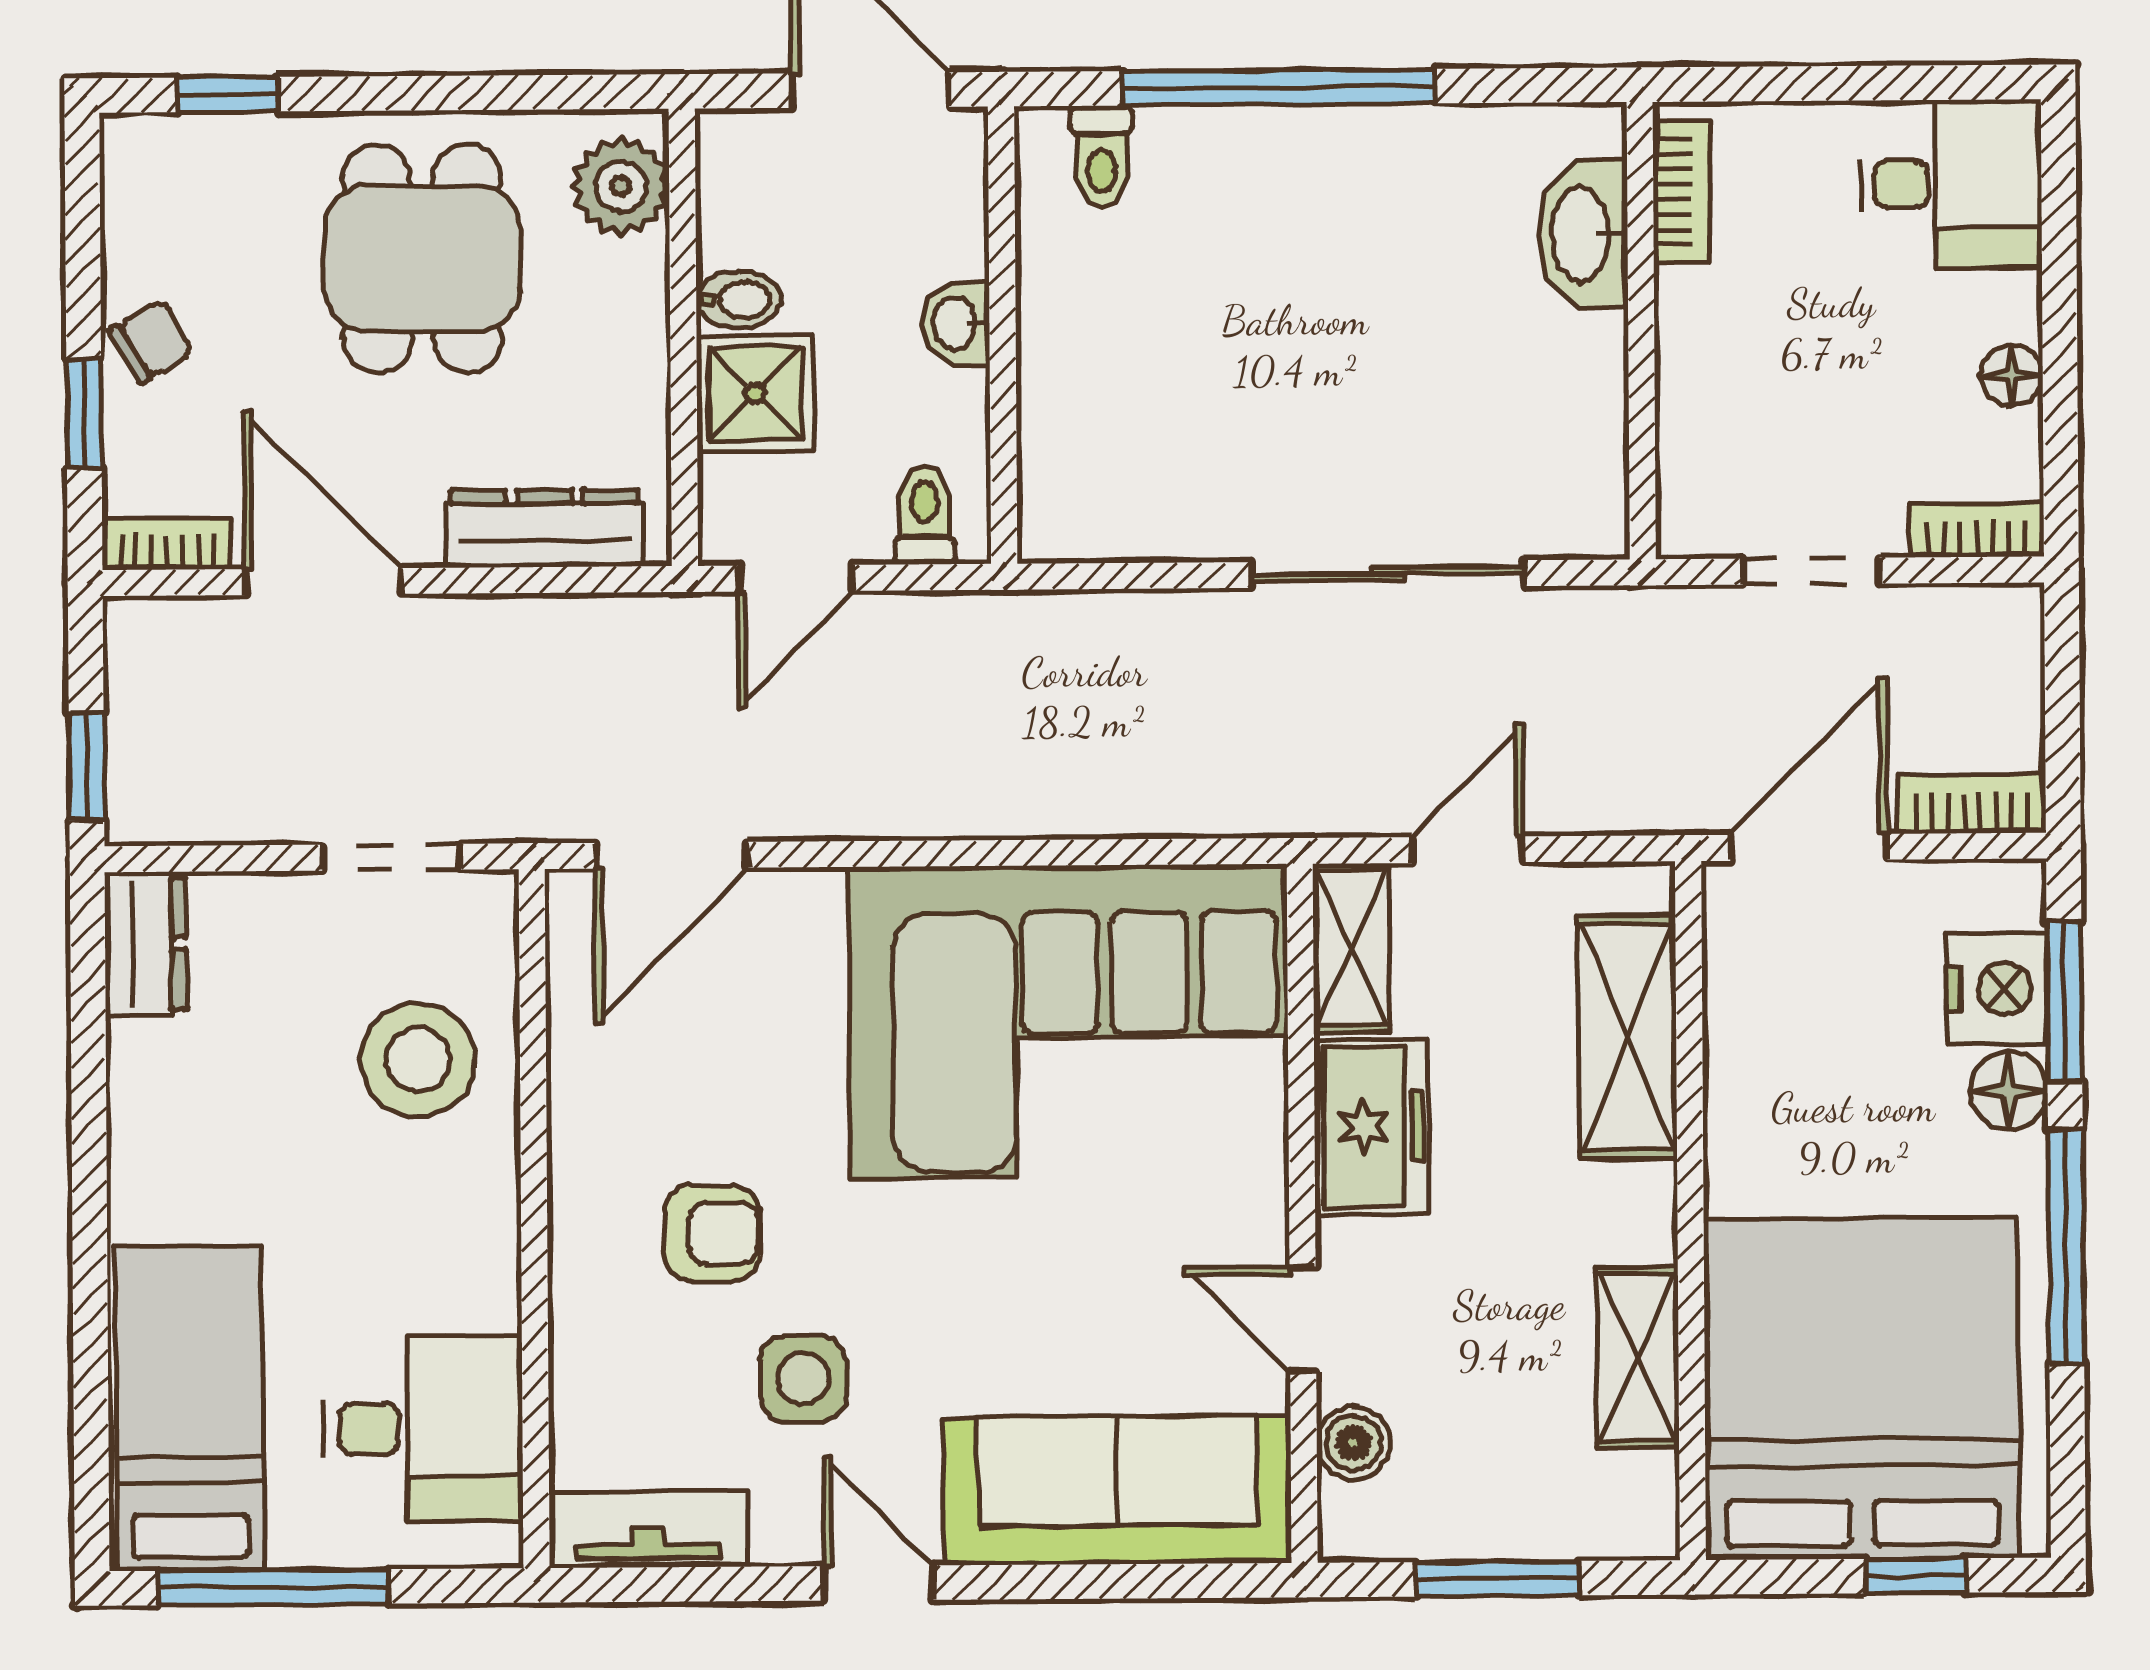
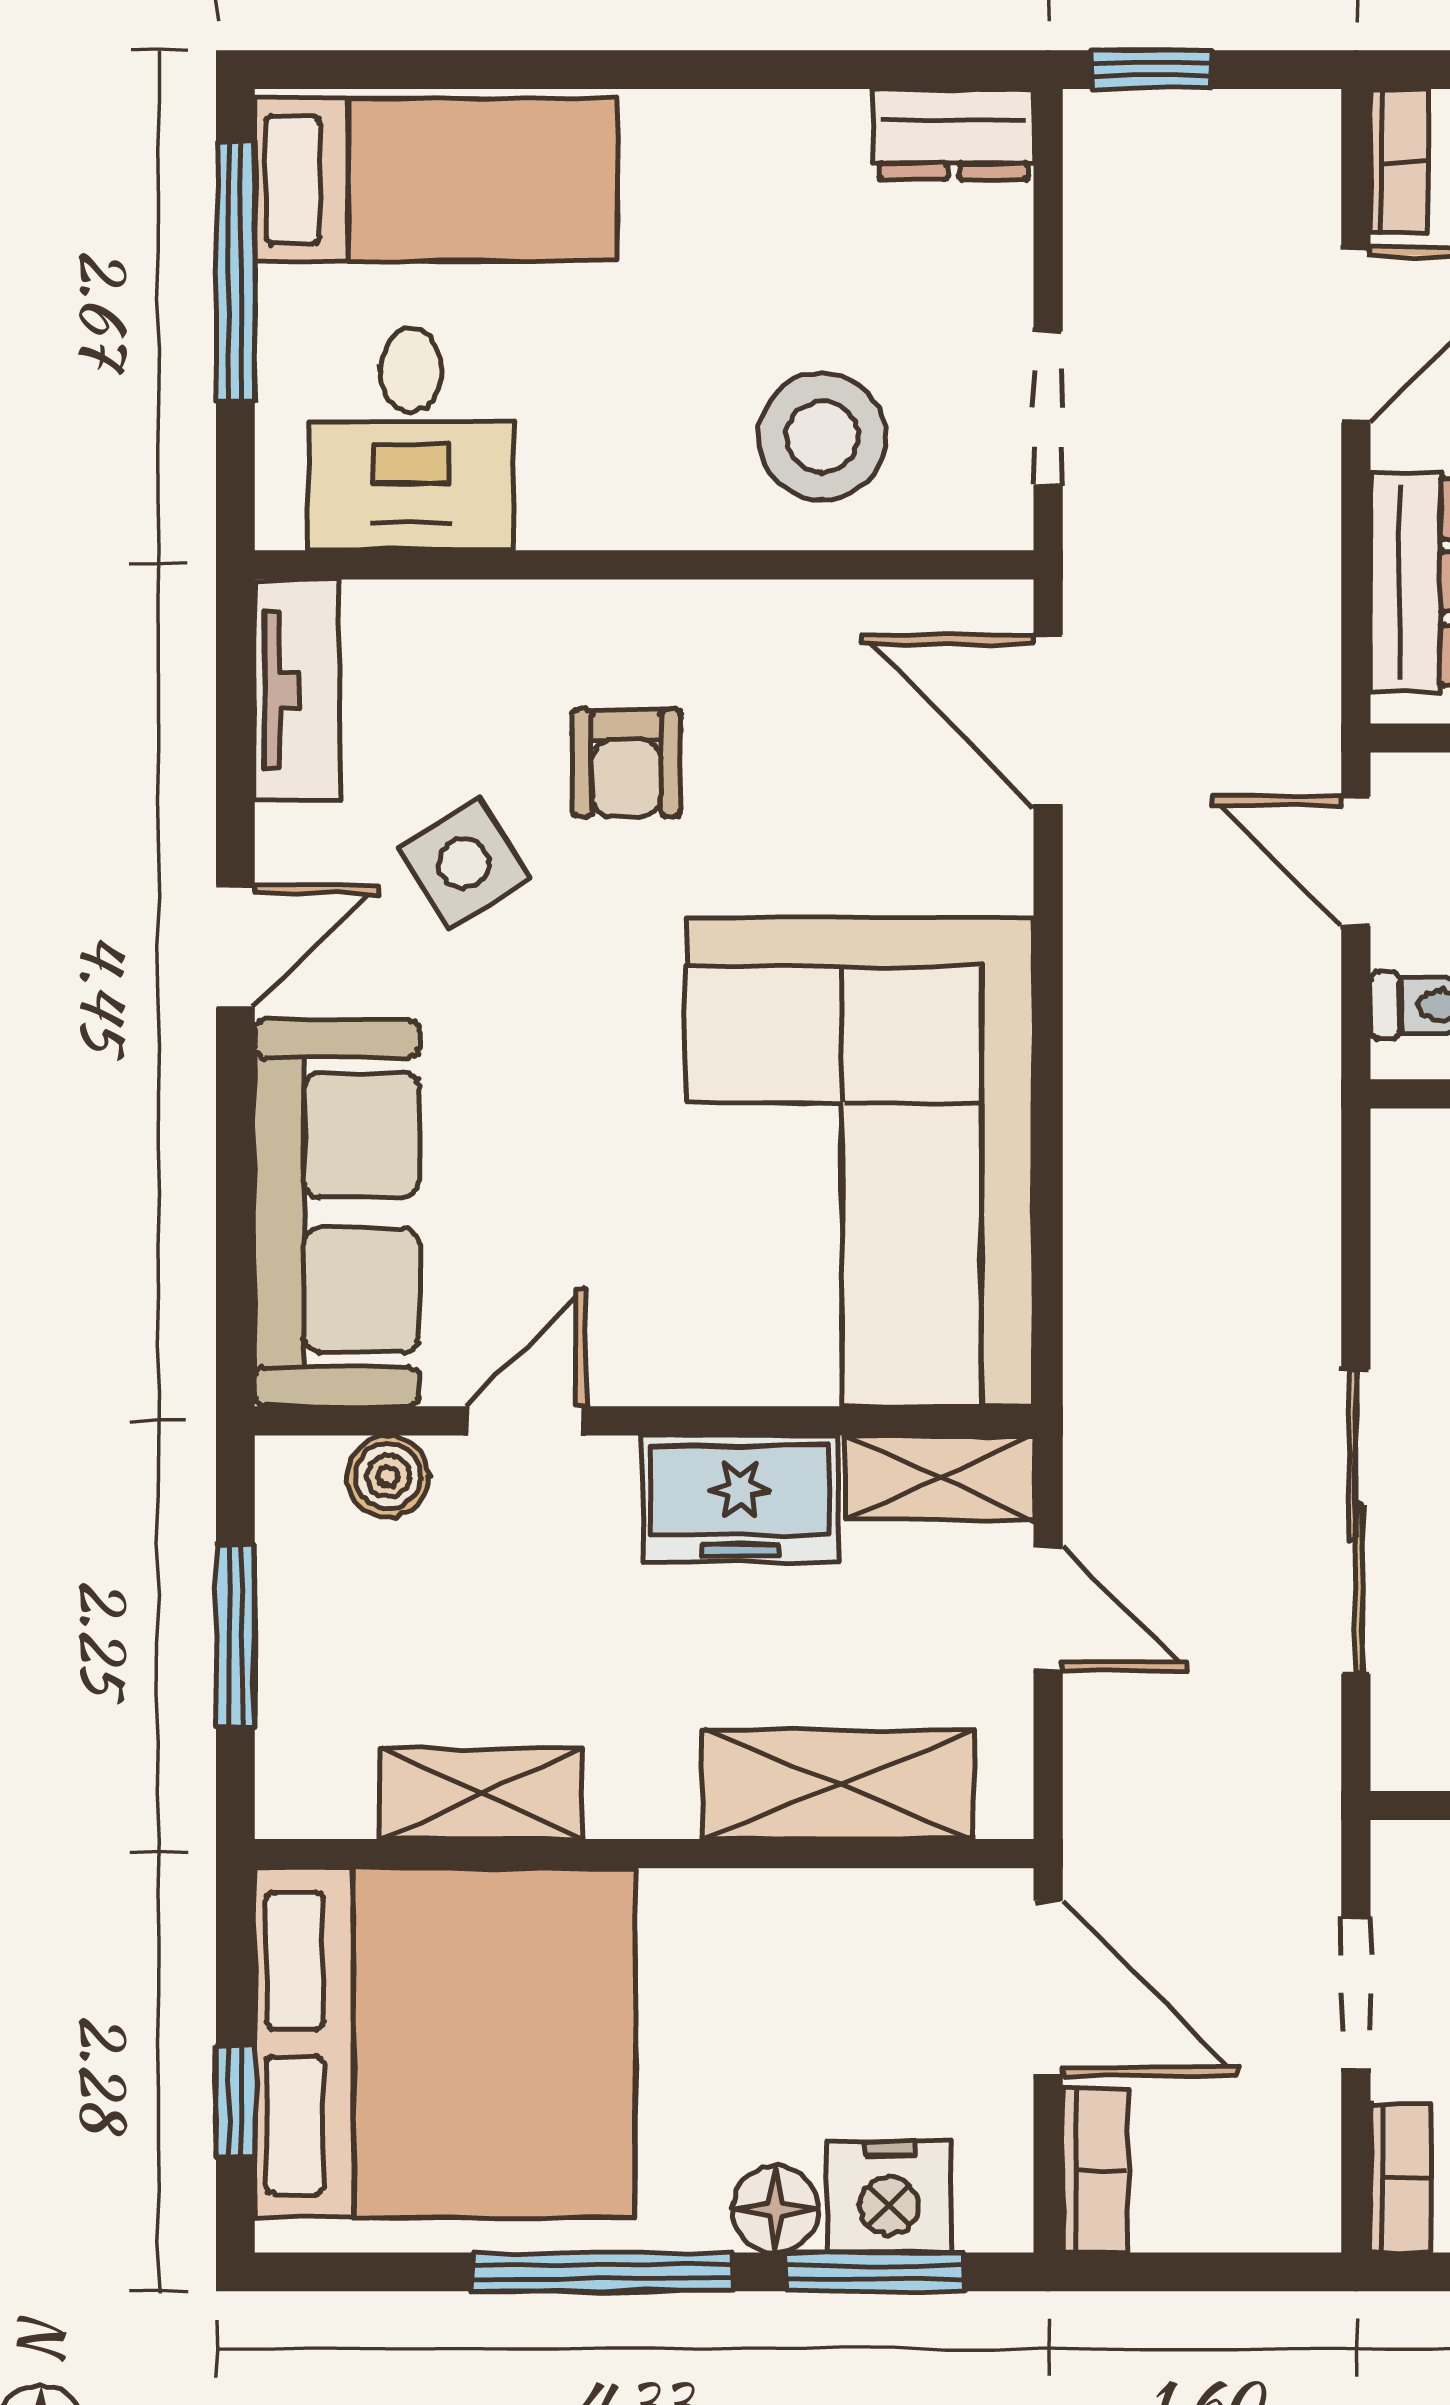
side table: (803, 1379) -> (464, 864), turned -32

